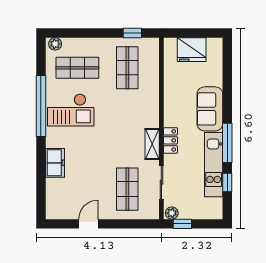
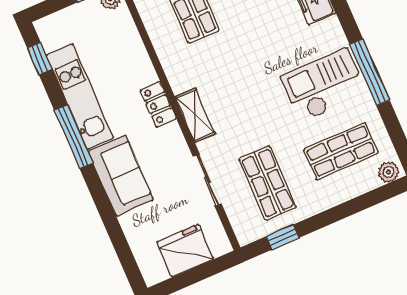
window: (41, 106) -> (370, 72), width x0.68
shelving: (152, 144) -> (195, 115), moved
sliding door: (161, 182) -> (207, 180), moved
window: (227, 183) -> (40, 58), moved

